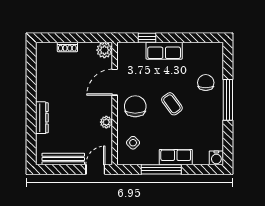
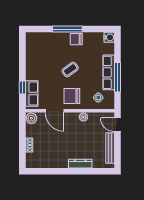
row of seats: (164, 51) -> (32, 93), moved
chair: (206, 83) -> (76, 39), moved
row of seats: (176, 157) -> (109, 72), width x1.48

